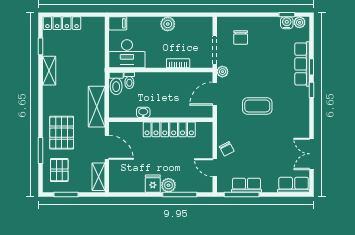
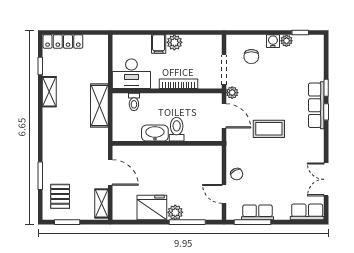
plant: (300, 22) -> (286, 41), moved
filing cabinet: (118, 23) -> (159, 44), moved, turned 90
water cooler: (287, 23) -> (273, 41), moved
bookcase: (178, 63) -> (179, 84), width x1.56
row of seats: (302, 64) -> (316, 105), moved
toilet: (116, 83) -> (177, 129), moved, turned 180
door: (215, 94) -> (224, 116), swing flipped
shelving: (97, 107) -> (99, 106), moved
washbasin: (143, 112) -> (155, 133), width x1.91, depth x1.45
locker: (169, 129) -> (176, 154), removed
pallet: (62, 133) -> (63, 157), removed
fridge: (153, 184) -> (152, 208), width x1.88, depth x1.34

